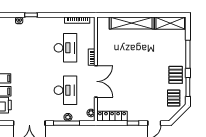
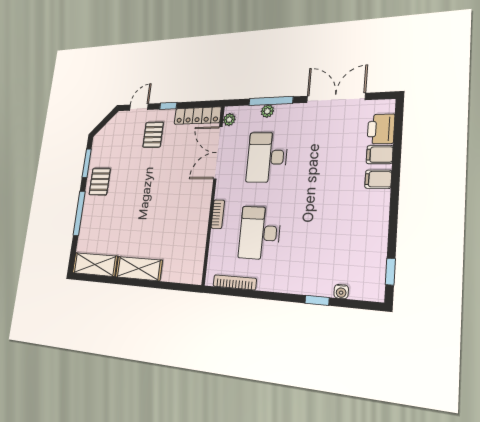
shelving: (132, 23) -> (139, 269), width x0.68
double door: (96, 81) -> (218, 153), moved
pallet: (174, 98) -> (153, 135), moved

